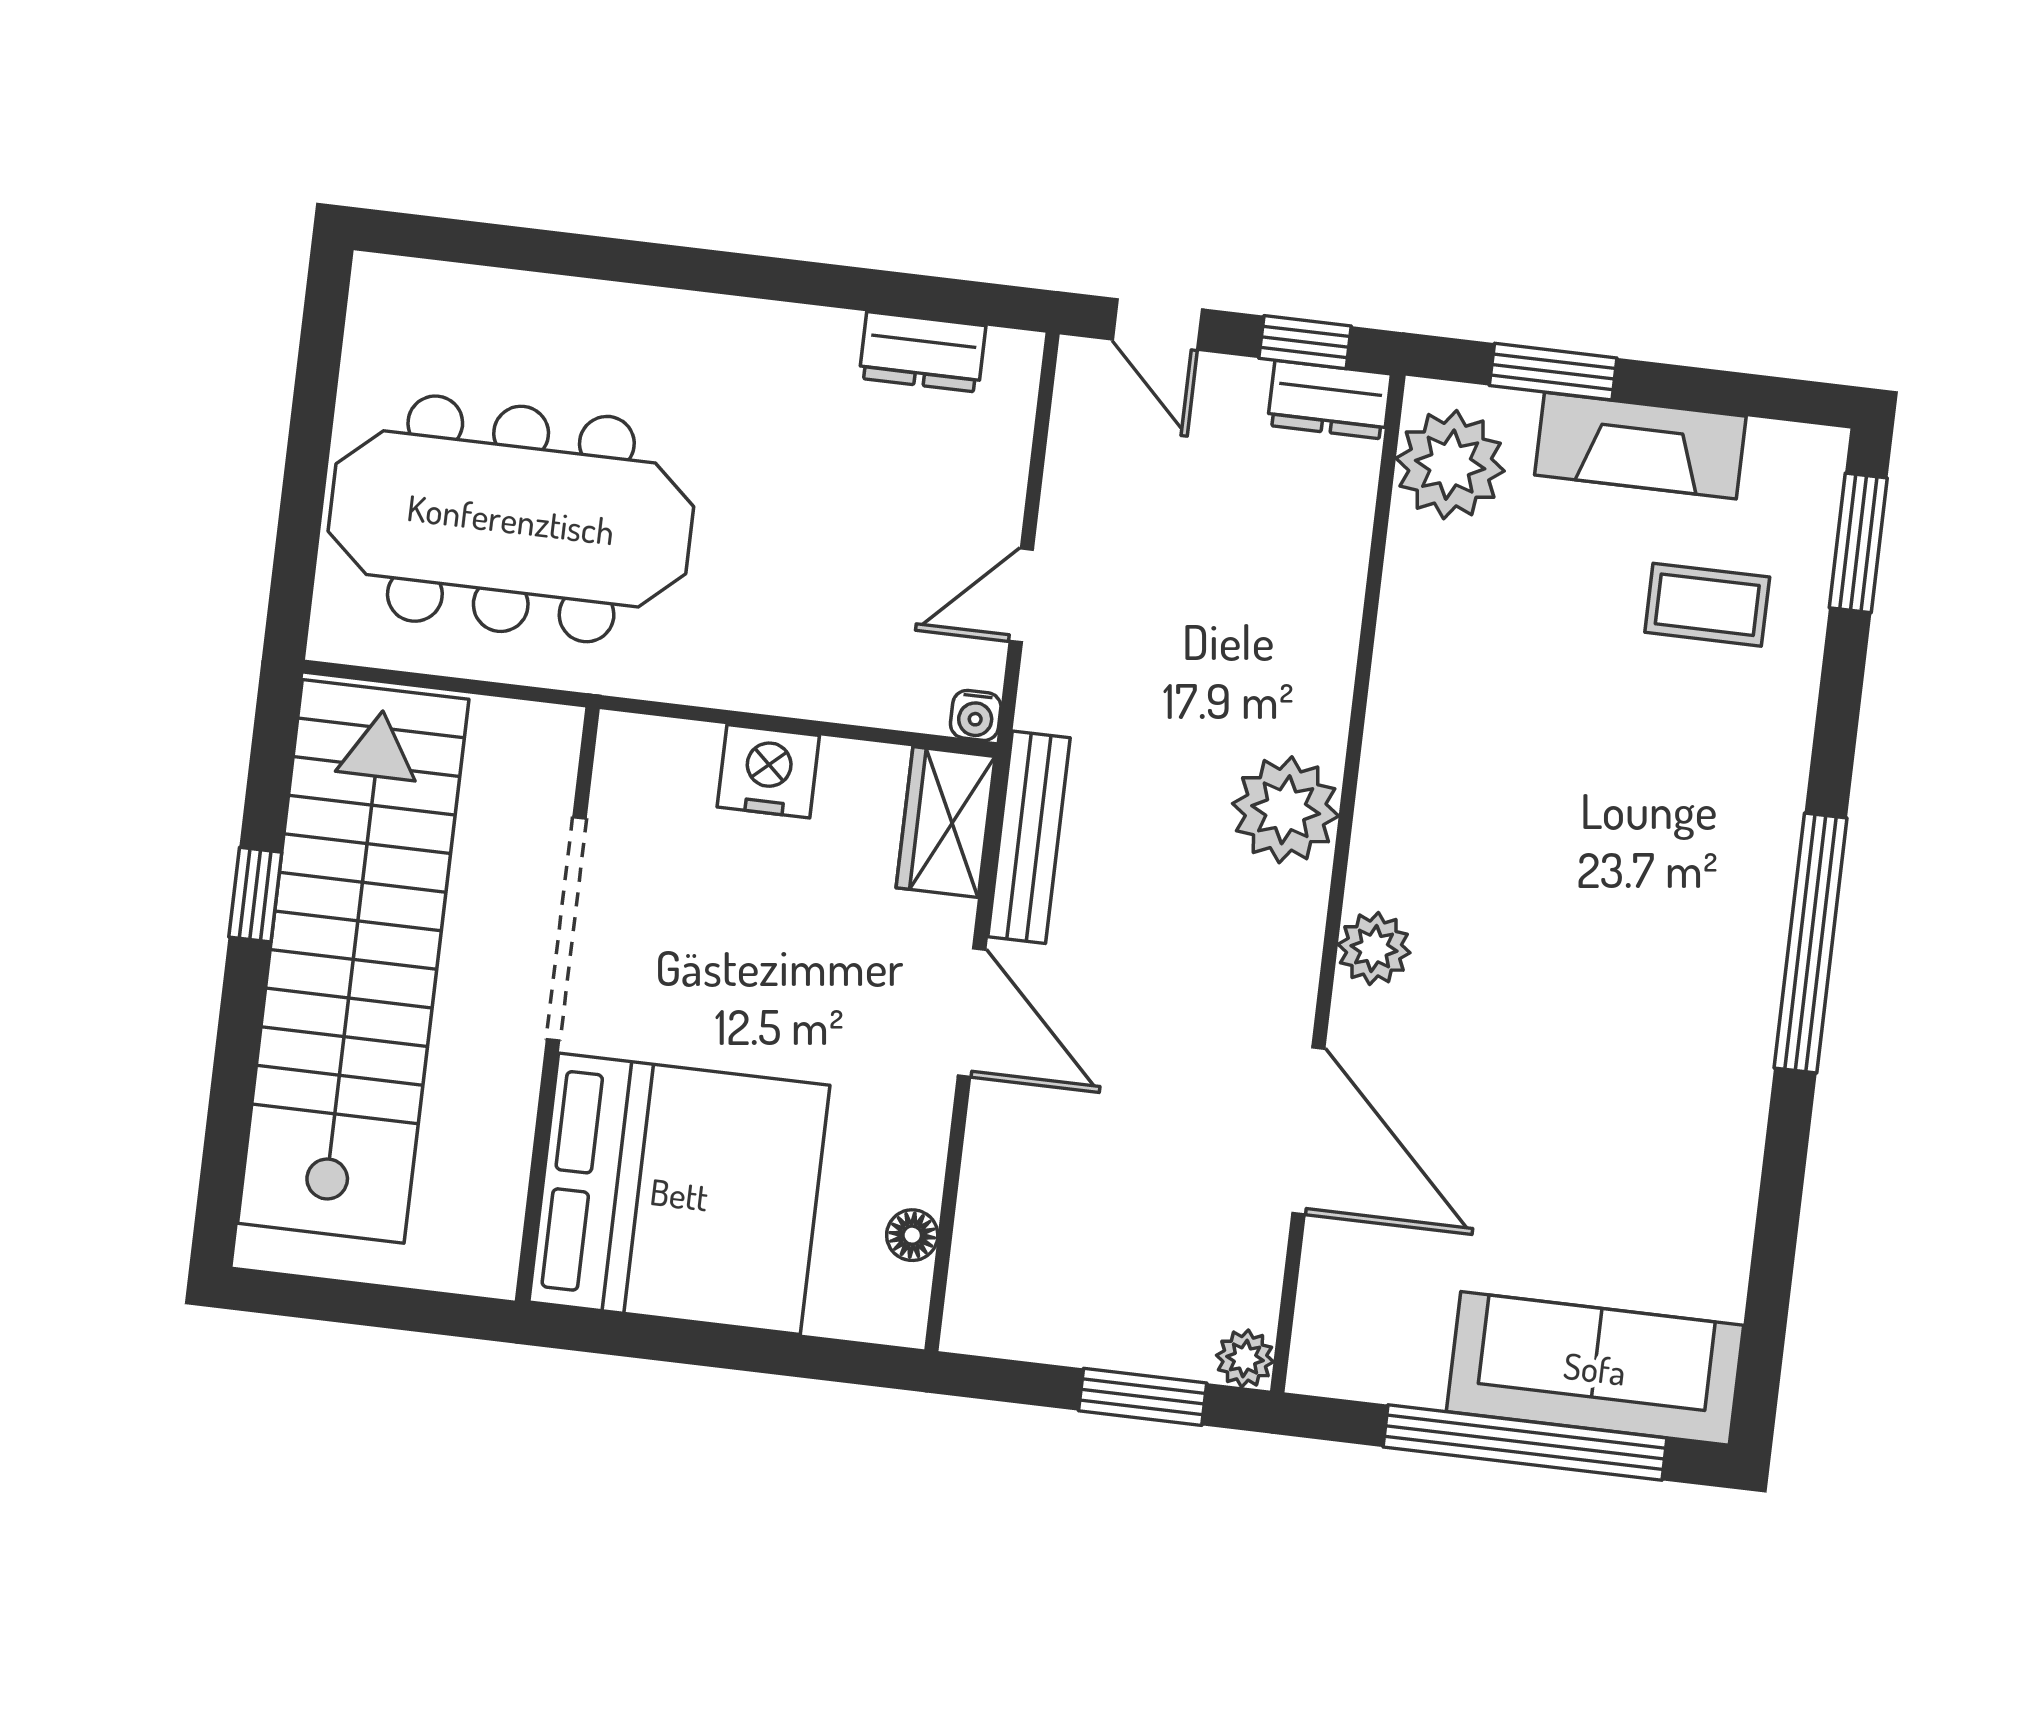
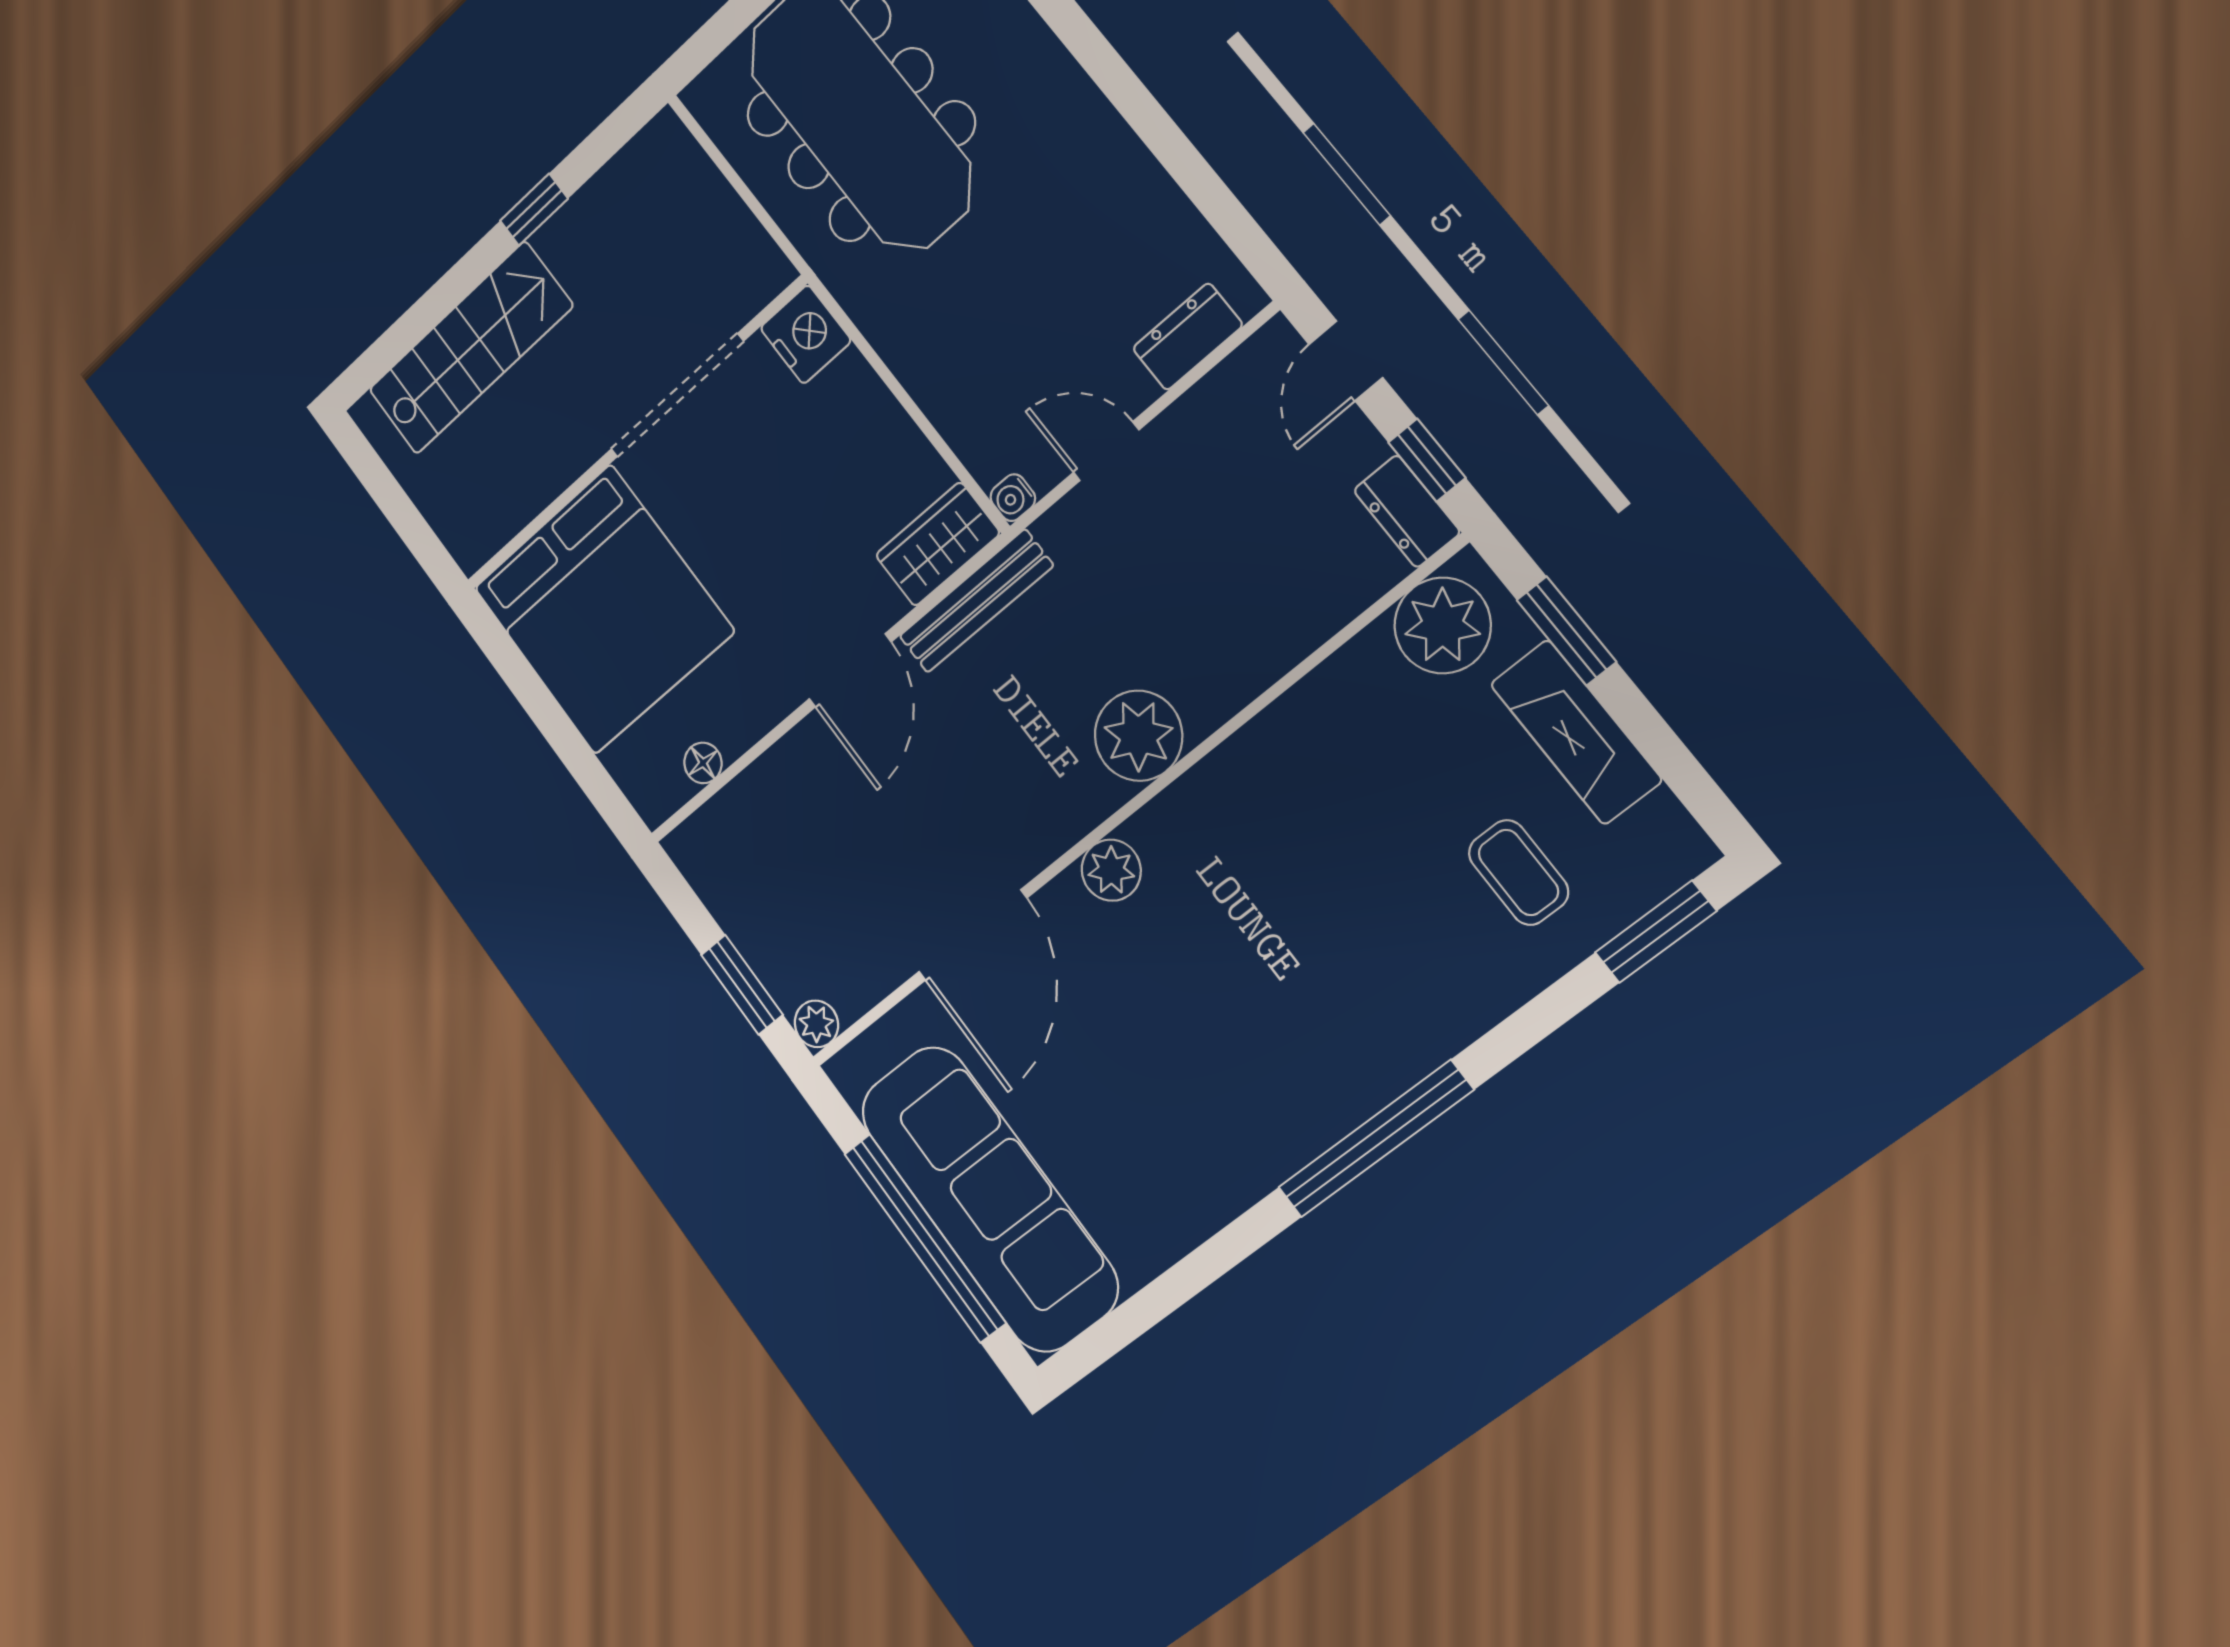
dresser: (922, 352) -> (1188, 337), moved, turned 90
nightstand: (768, 771) -> (806, 334), moved
stairs: (353, 961) -> (470, 348), width x0.54, depth x0.66
sofa: (1595, 1368) -> (989, 1199), width x1.36, depth x1.27

